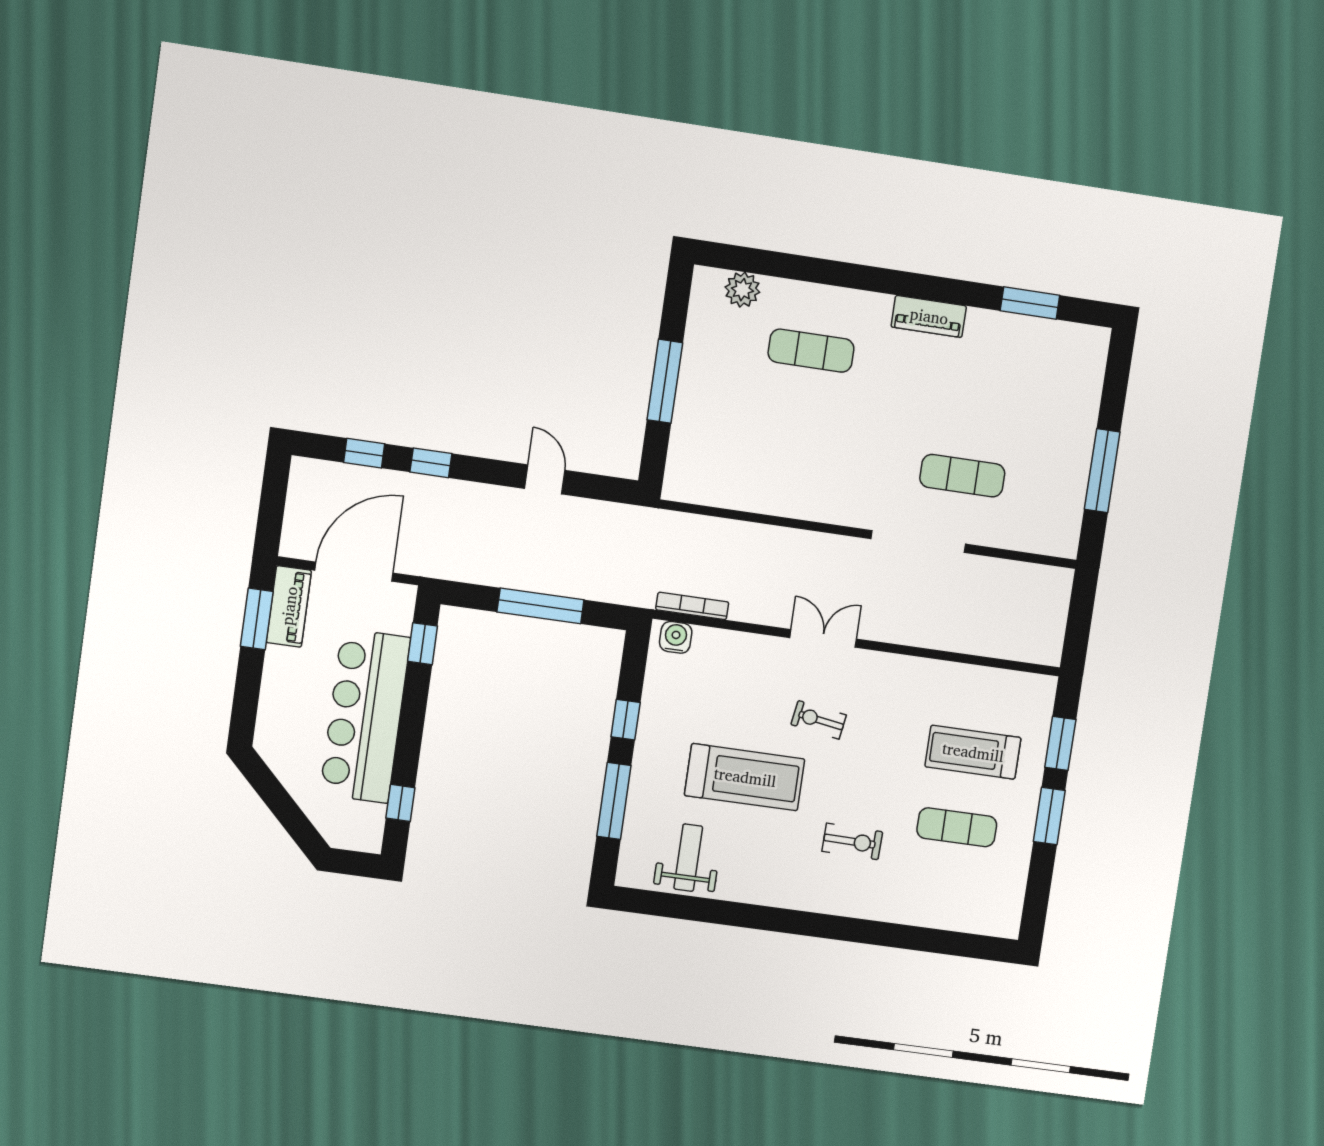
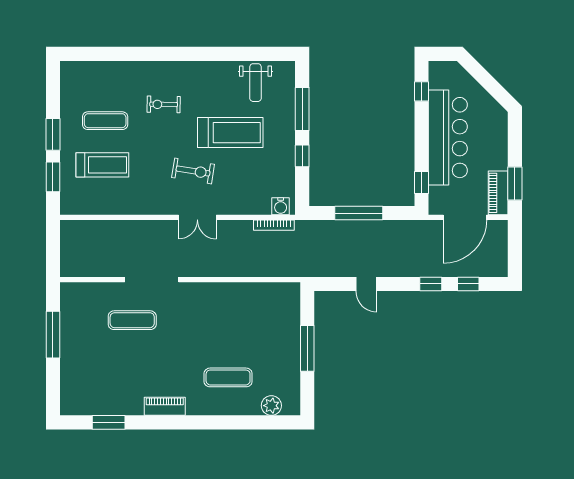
exercise bike: (819, 720) -> (193, 171), width x1.38, depth x1.39
treadmill: (745, 777) -> (230, 133), turned 180

